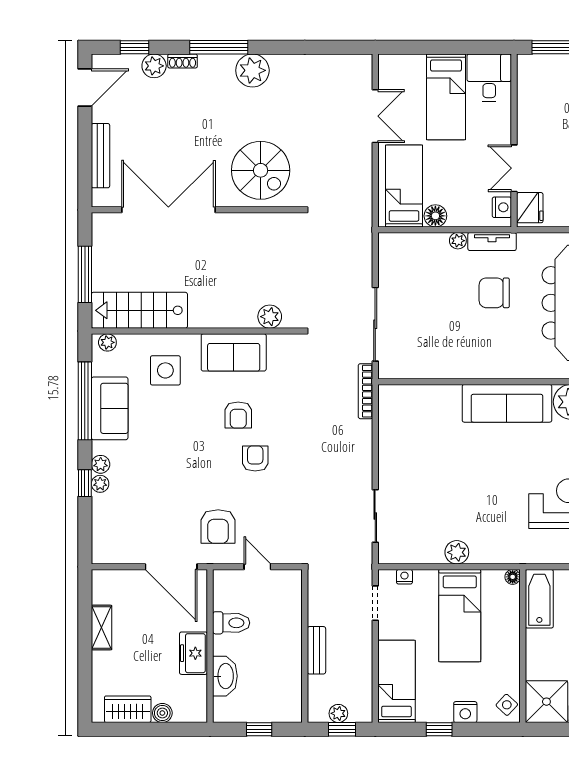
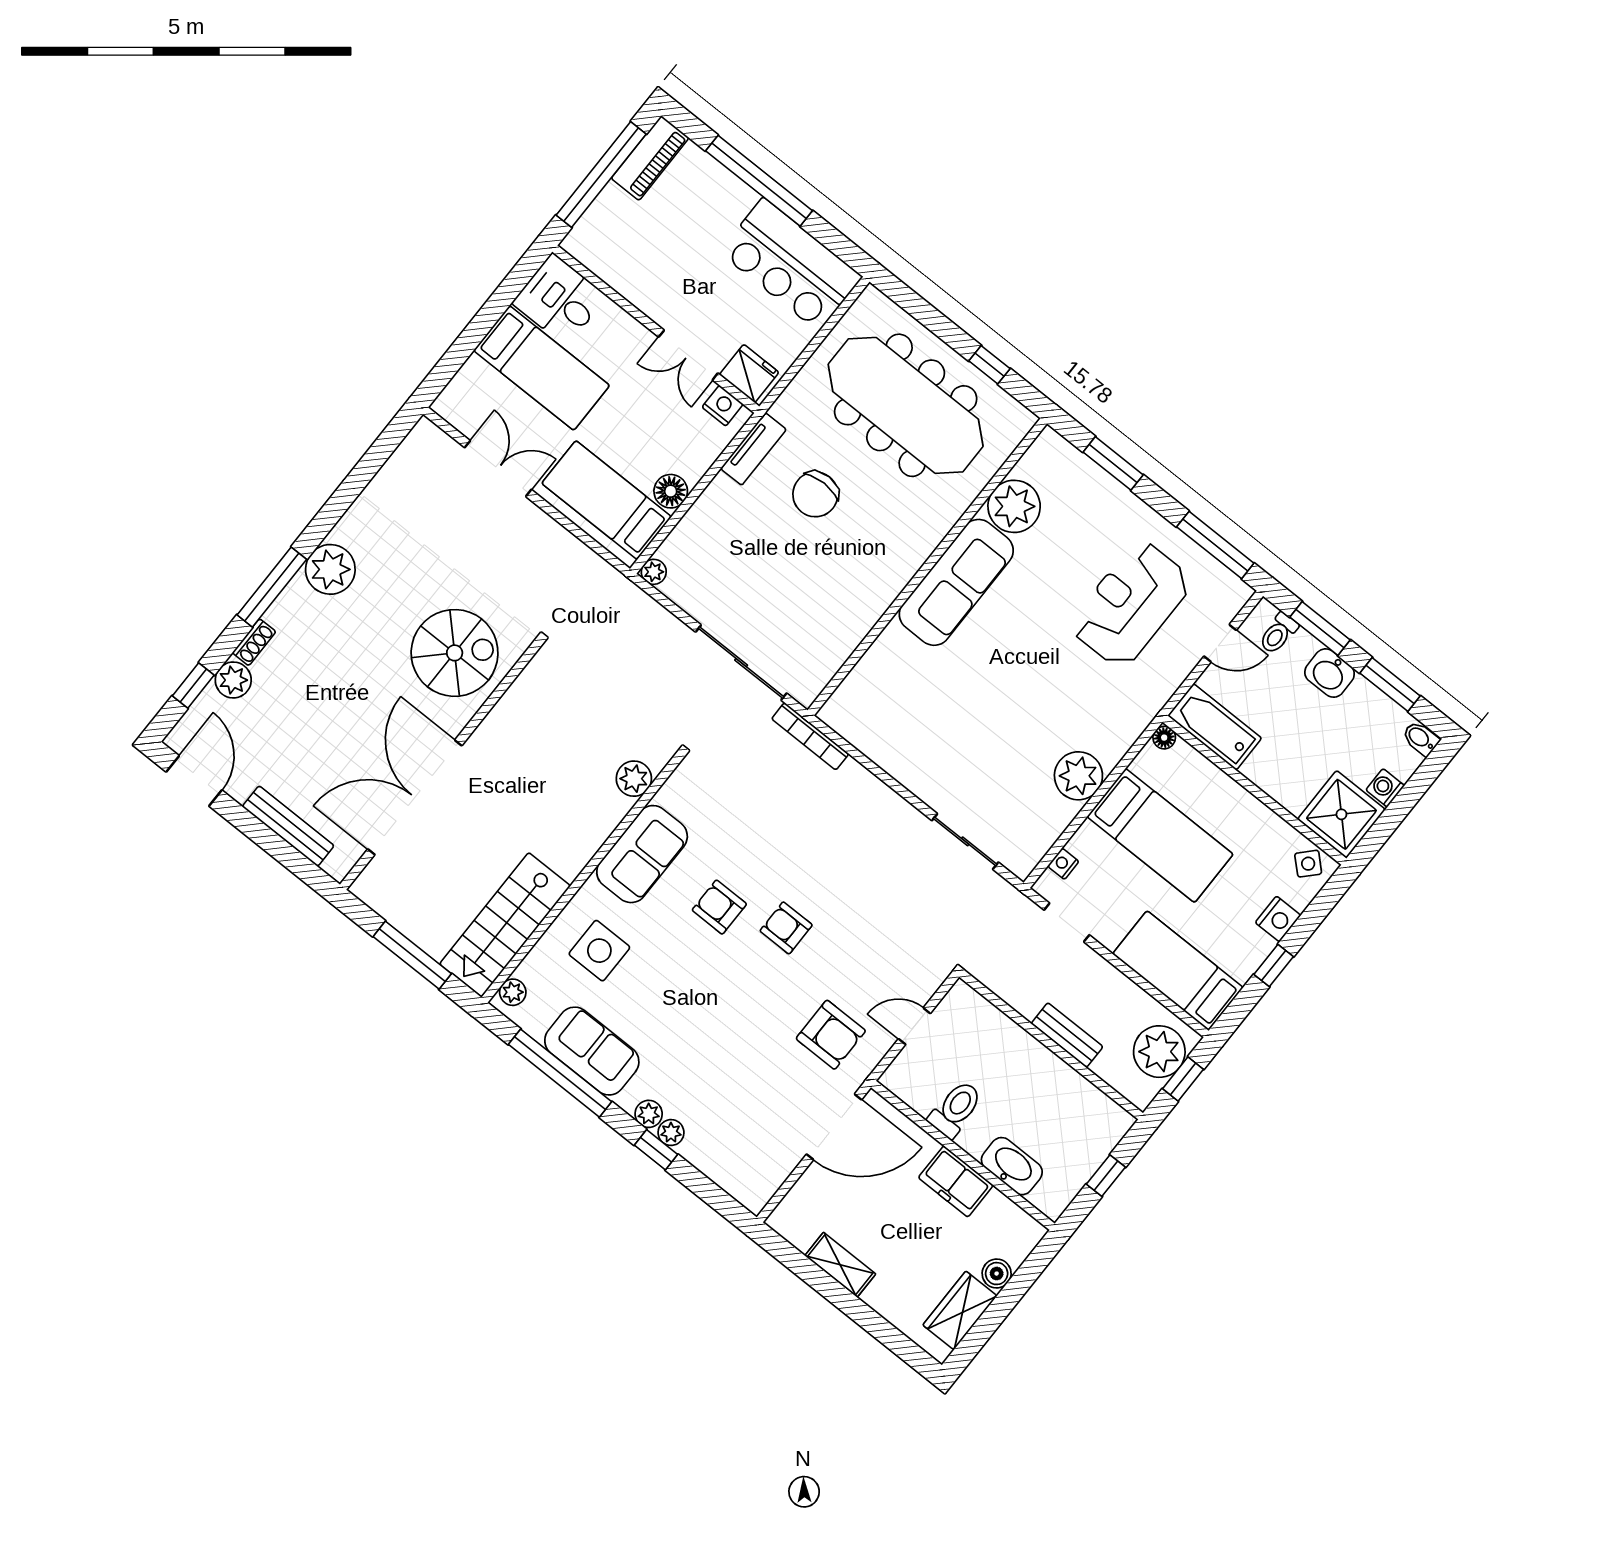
plant: (458, 241) -> (654, 572), moved
armchair: (238, 415) -> (719, 907), turned 180
plant: (457, 552) -> (1078, 776), width x1.36, depth x1.36
plant: (338, 713) -> (1159, 1052), width x1.88, depth x1.88

